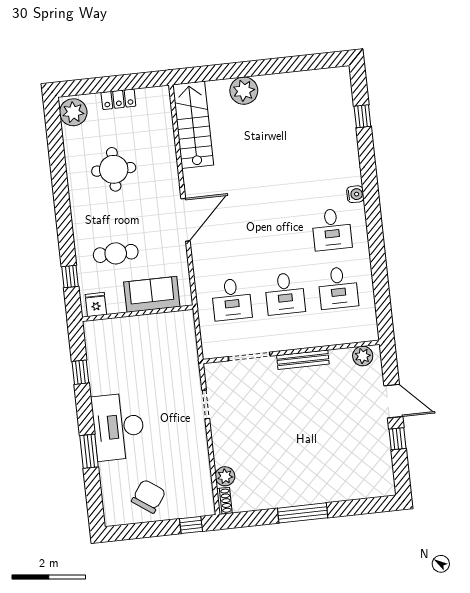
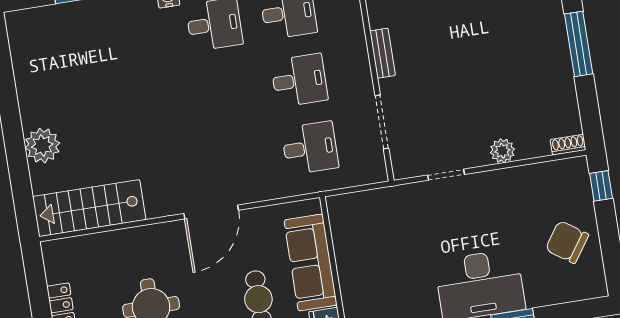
door: (186, 220) -> (211, 212), swing flipped
sofa: (152, 294) -> (311, 263), width x1.36
bench: (303, 360) -> (383, 53), width x0.73
plant: (225, 476) -> (502, 151), moved

